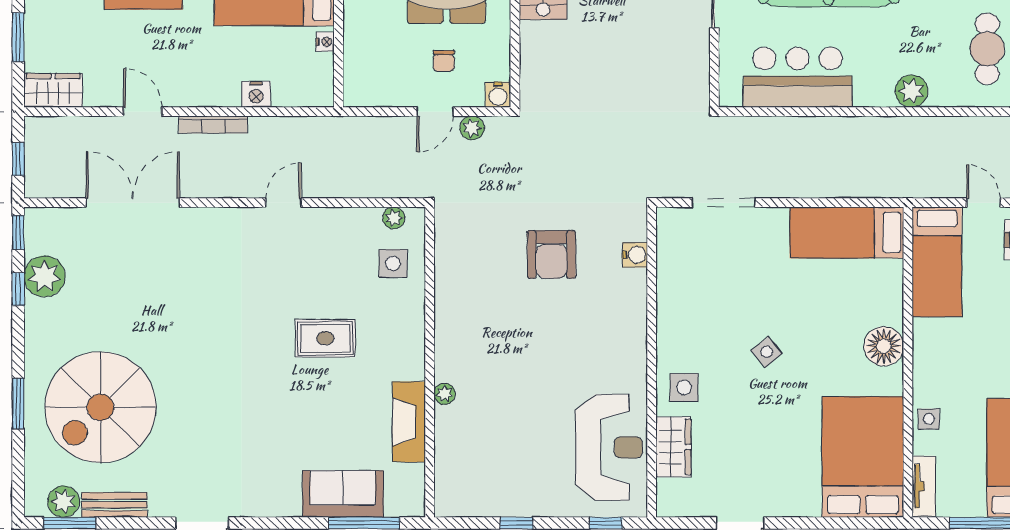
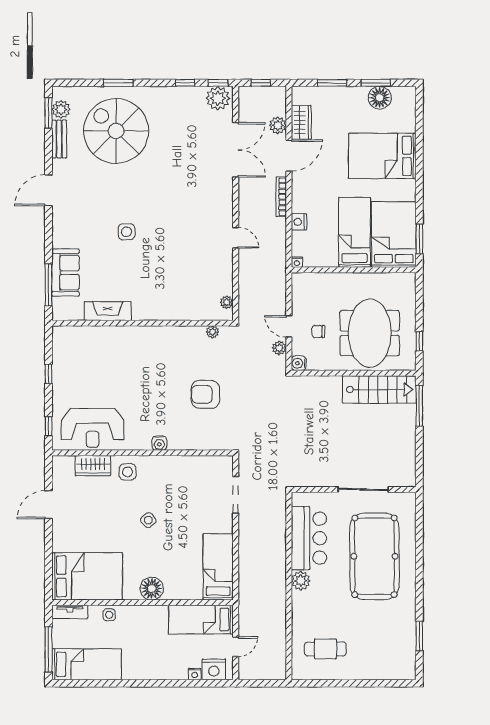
nightstand: (325, 42) -> (297, 262), moved
wardrobe: (53, 90) -> (301, 122), moved
plant: (912, 91) -> (301, 581), moved
door: (143, 112) -> (289, 156), width x1.38
plant: (91, 130) -> (278, 125), added
water cooler: (635, 255) -> (159, 443), moved
side table: (393, 263) -> (126, 232), moved
plant: (44, 276) -> (218, 98), moved
rug: (325, 338) -> (156, 262), removed
plant: (445, 394) -> (212, 332), moved

